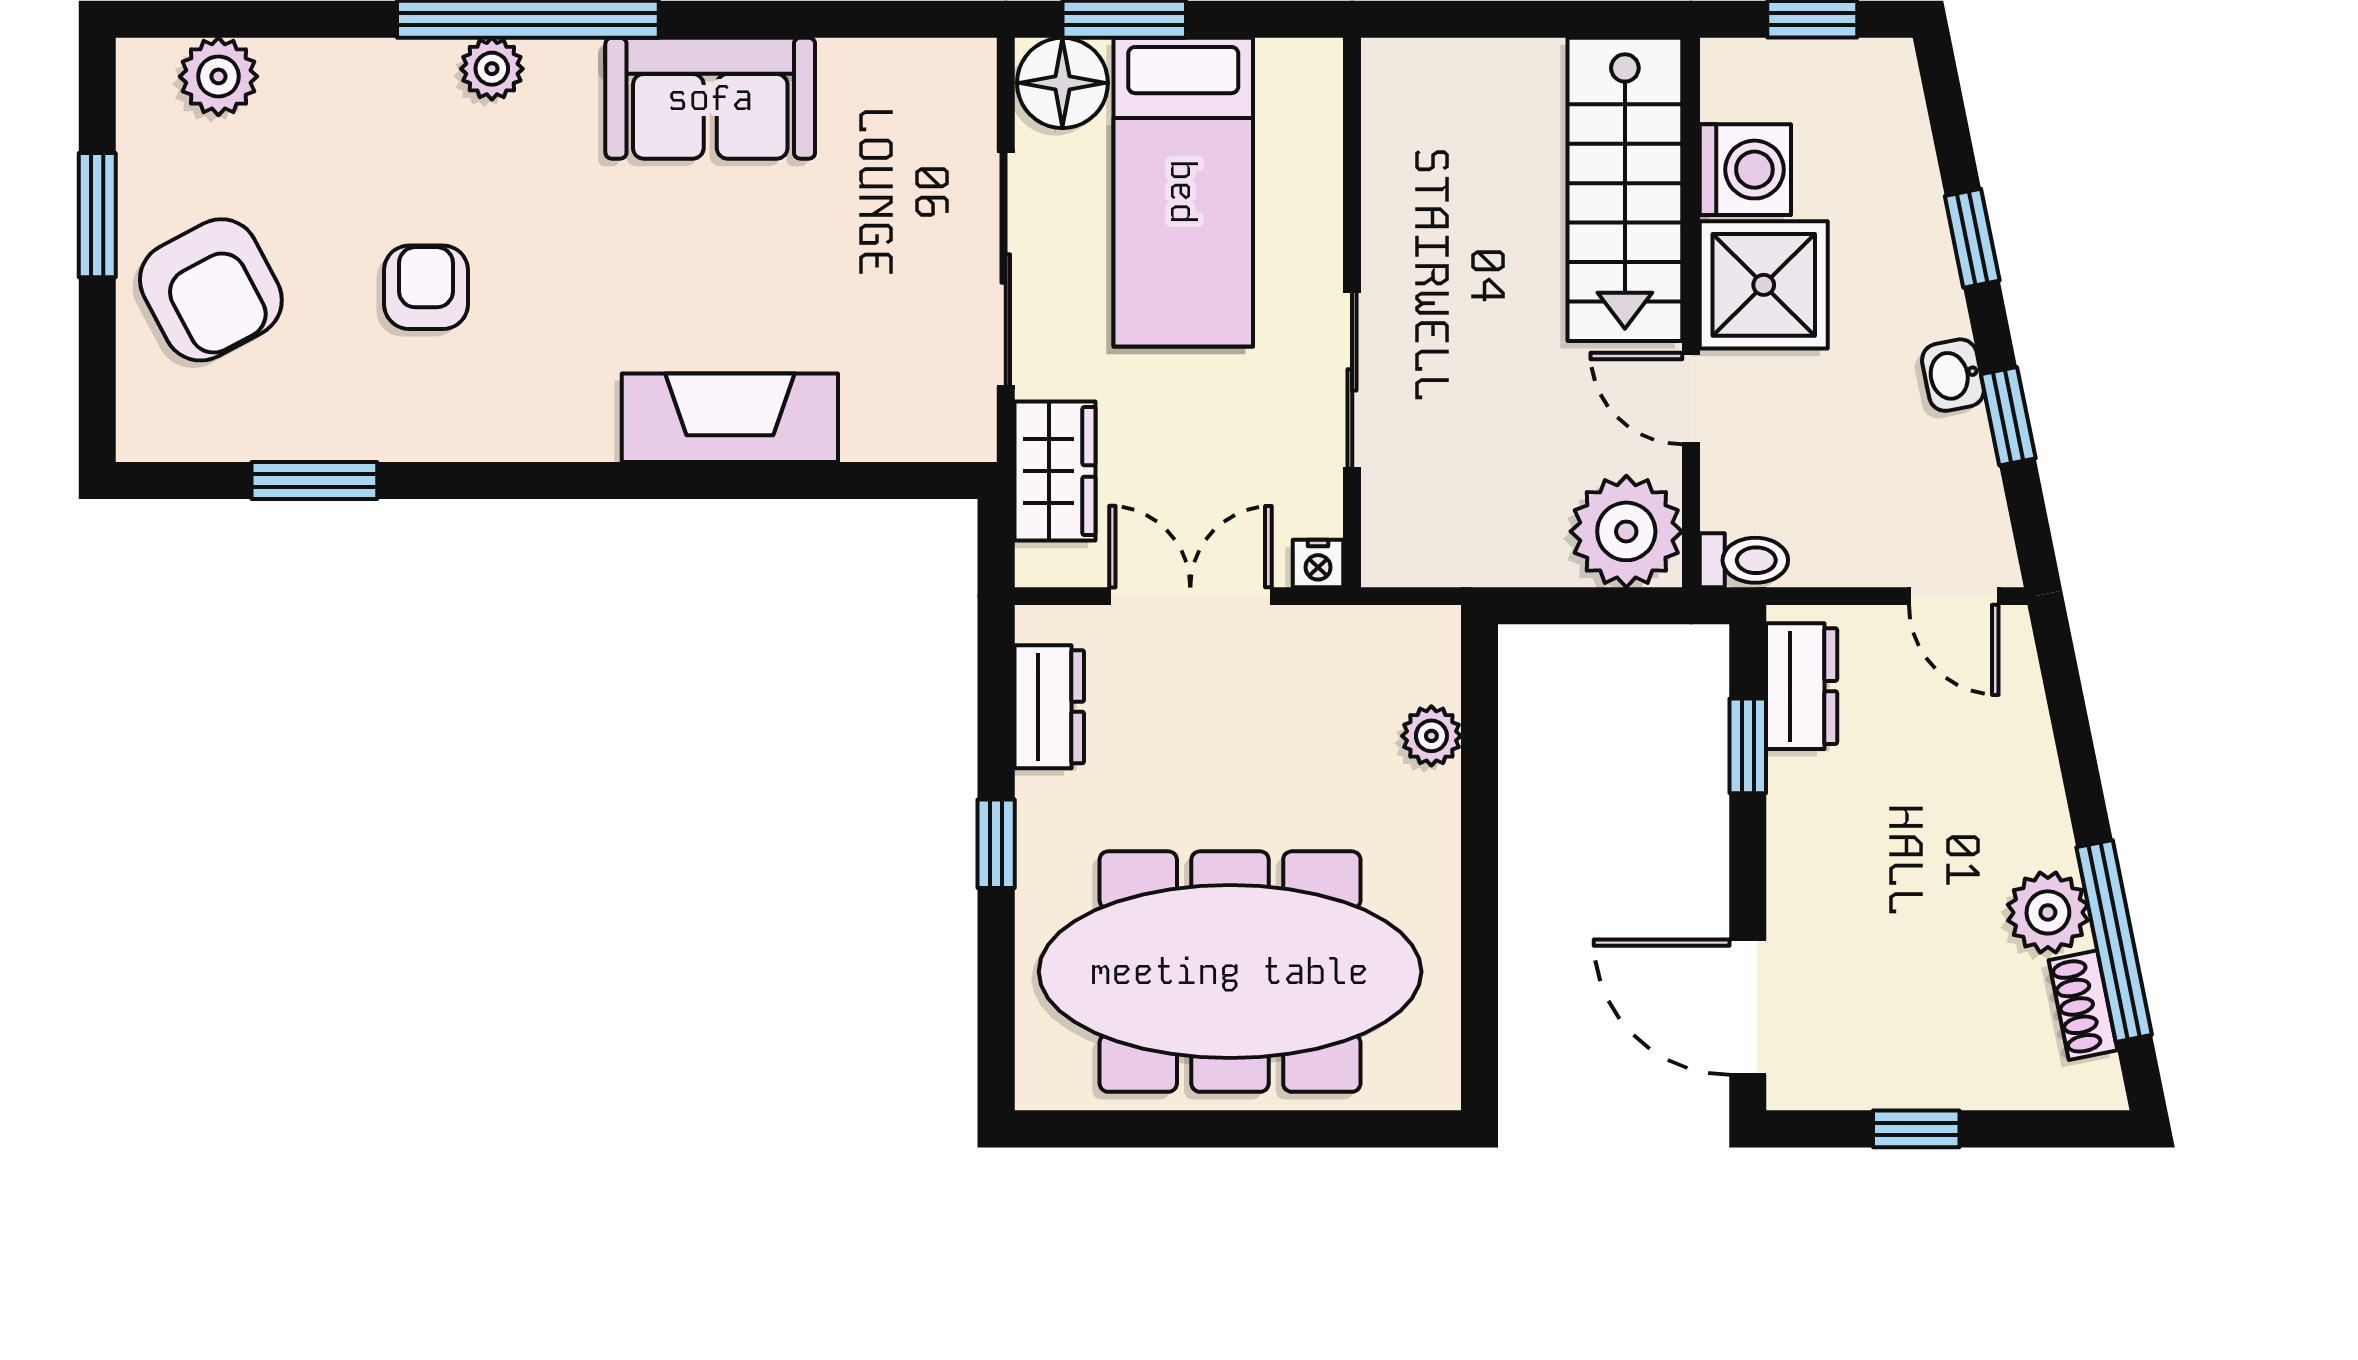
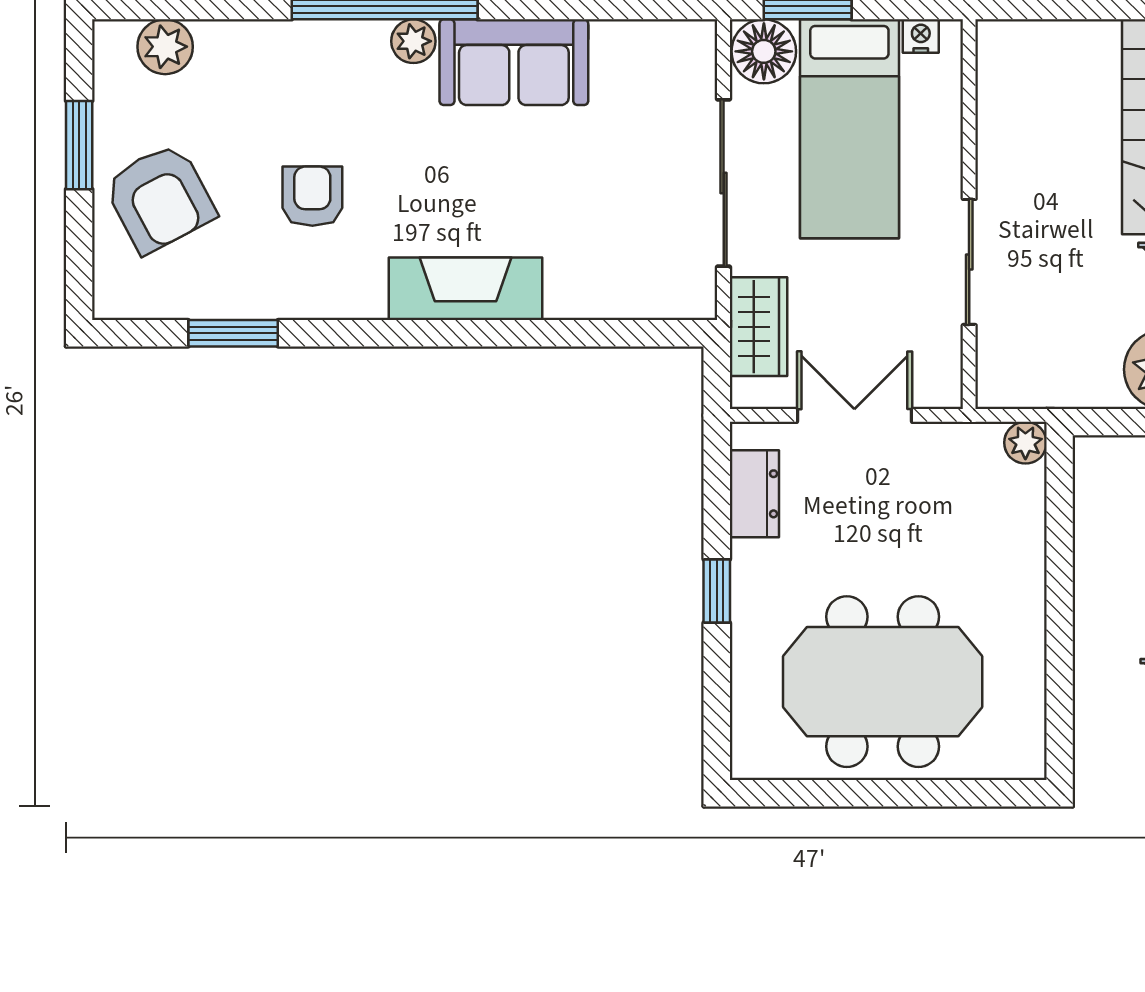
plant: (492, 69) -> (413, 41), moved
fireplace: (730, 418) -> (466, 289), moved
nightstand: (1318, 564) -> (921, 36), moved, turned 180
plant: (1431, 736) -> (1025, 443), moved
meeting table: (1230, 972) -> (883, 682), width x0.73

